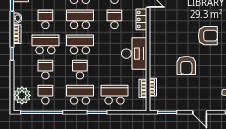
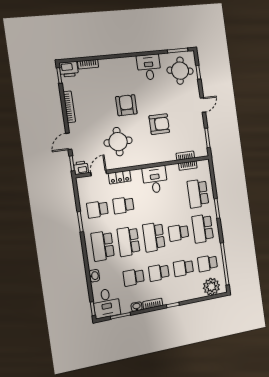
round table: (175, 23) -> (118, 142), added
school desk: (45, 44) -> (159, 273), width x0.54
desk: (134, 54) -> (155, 180), width x0.73

